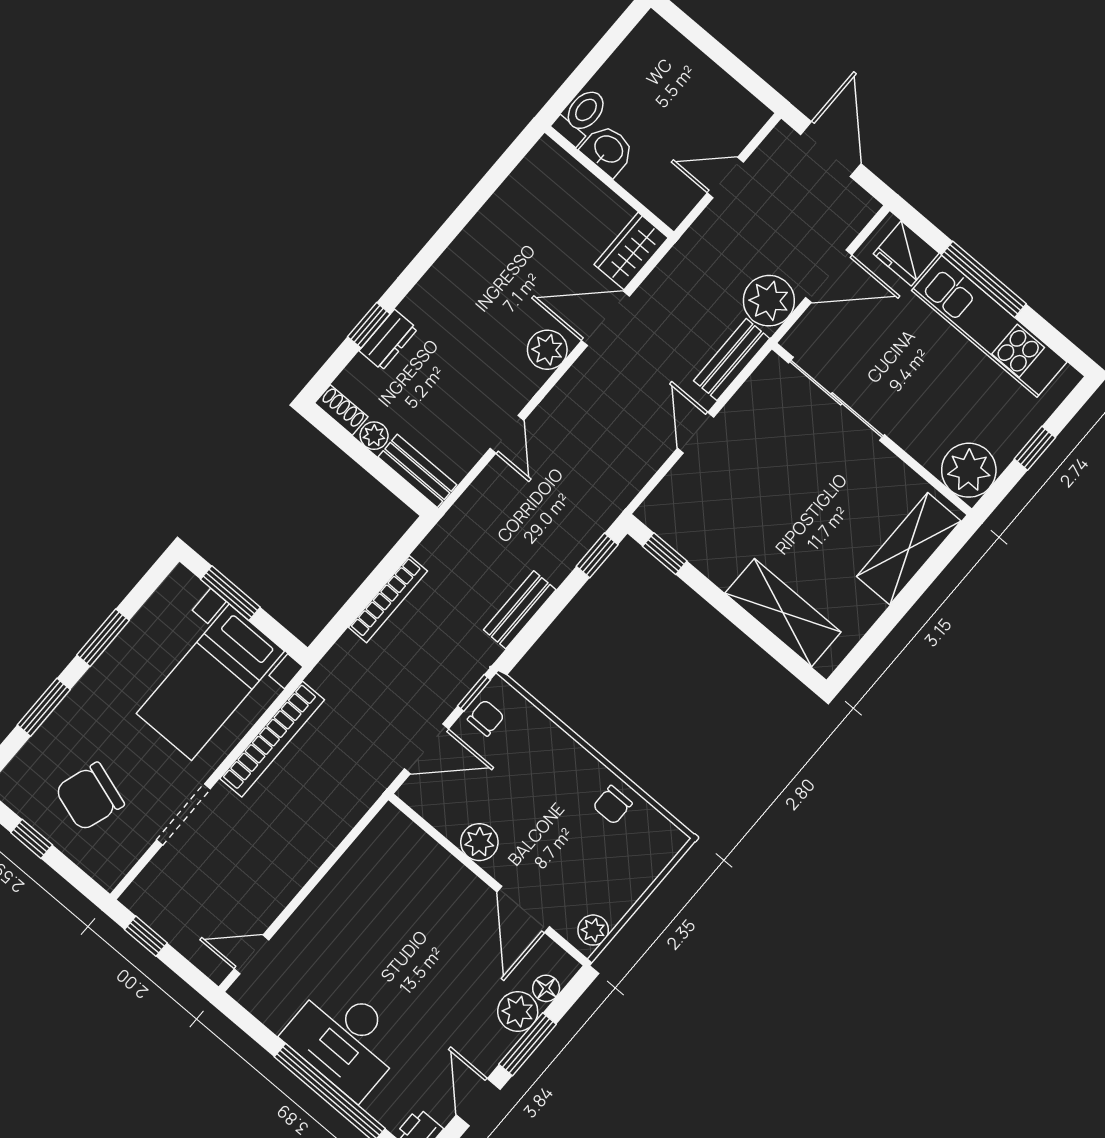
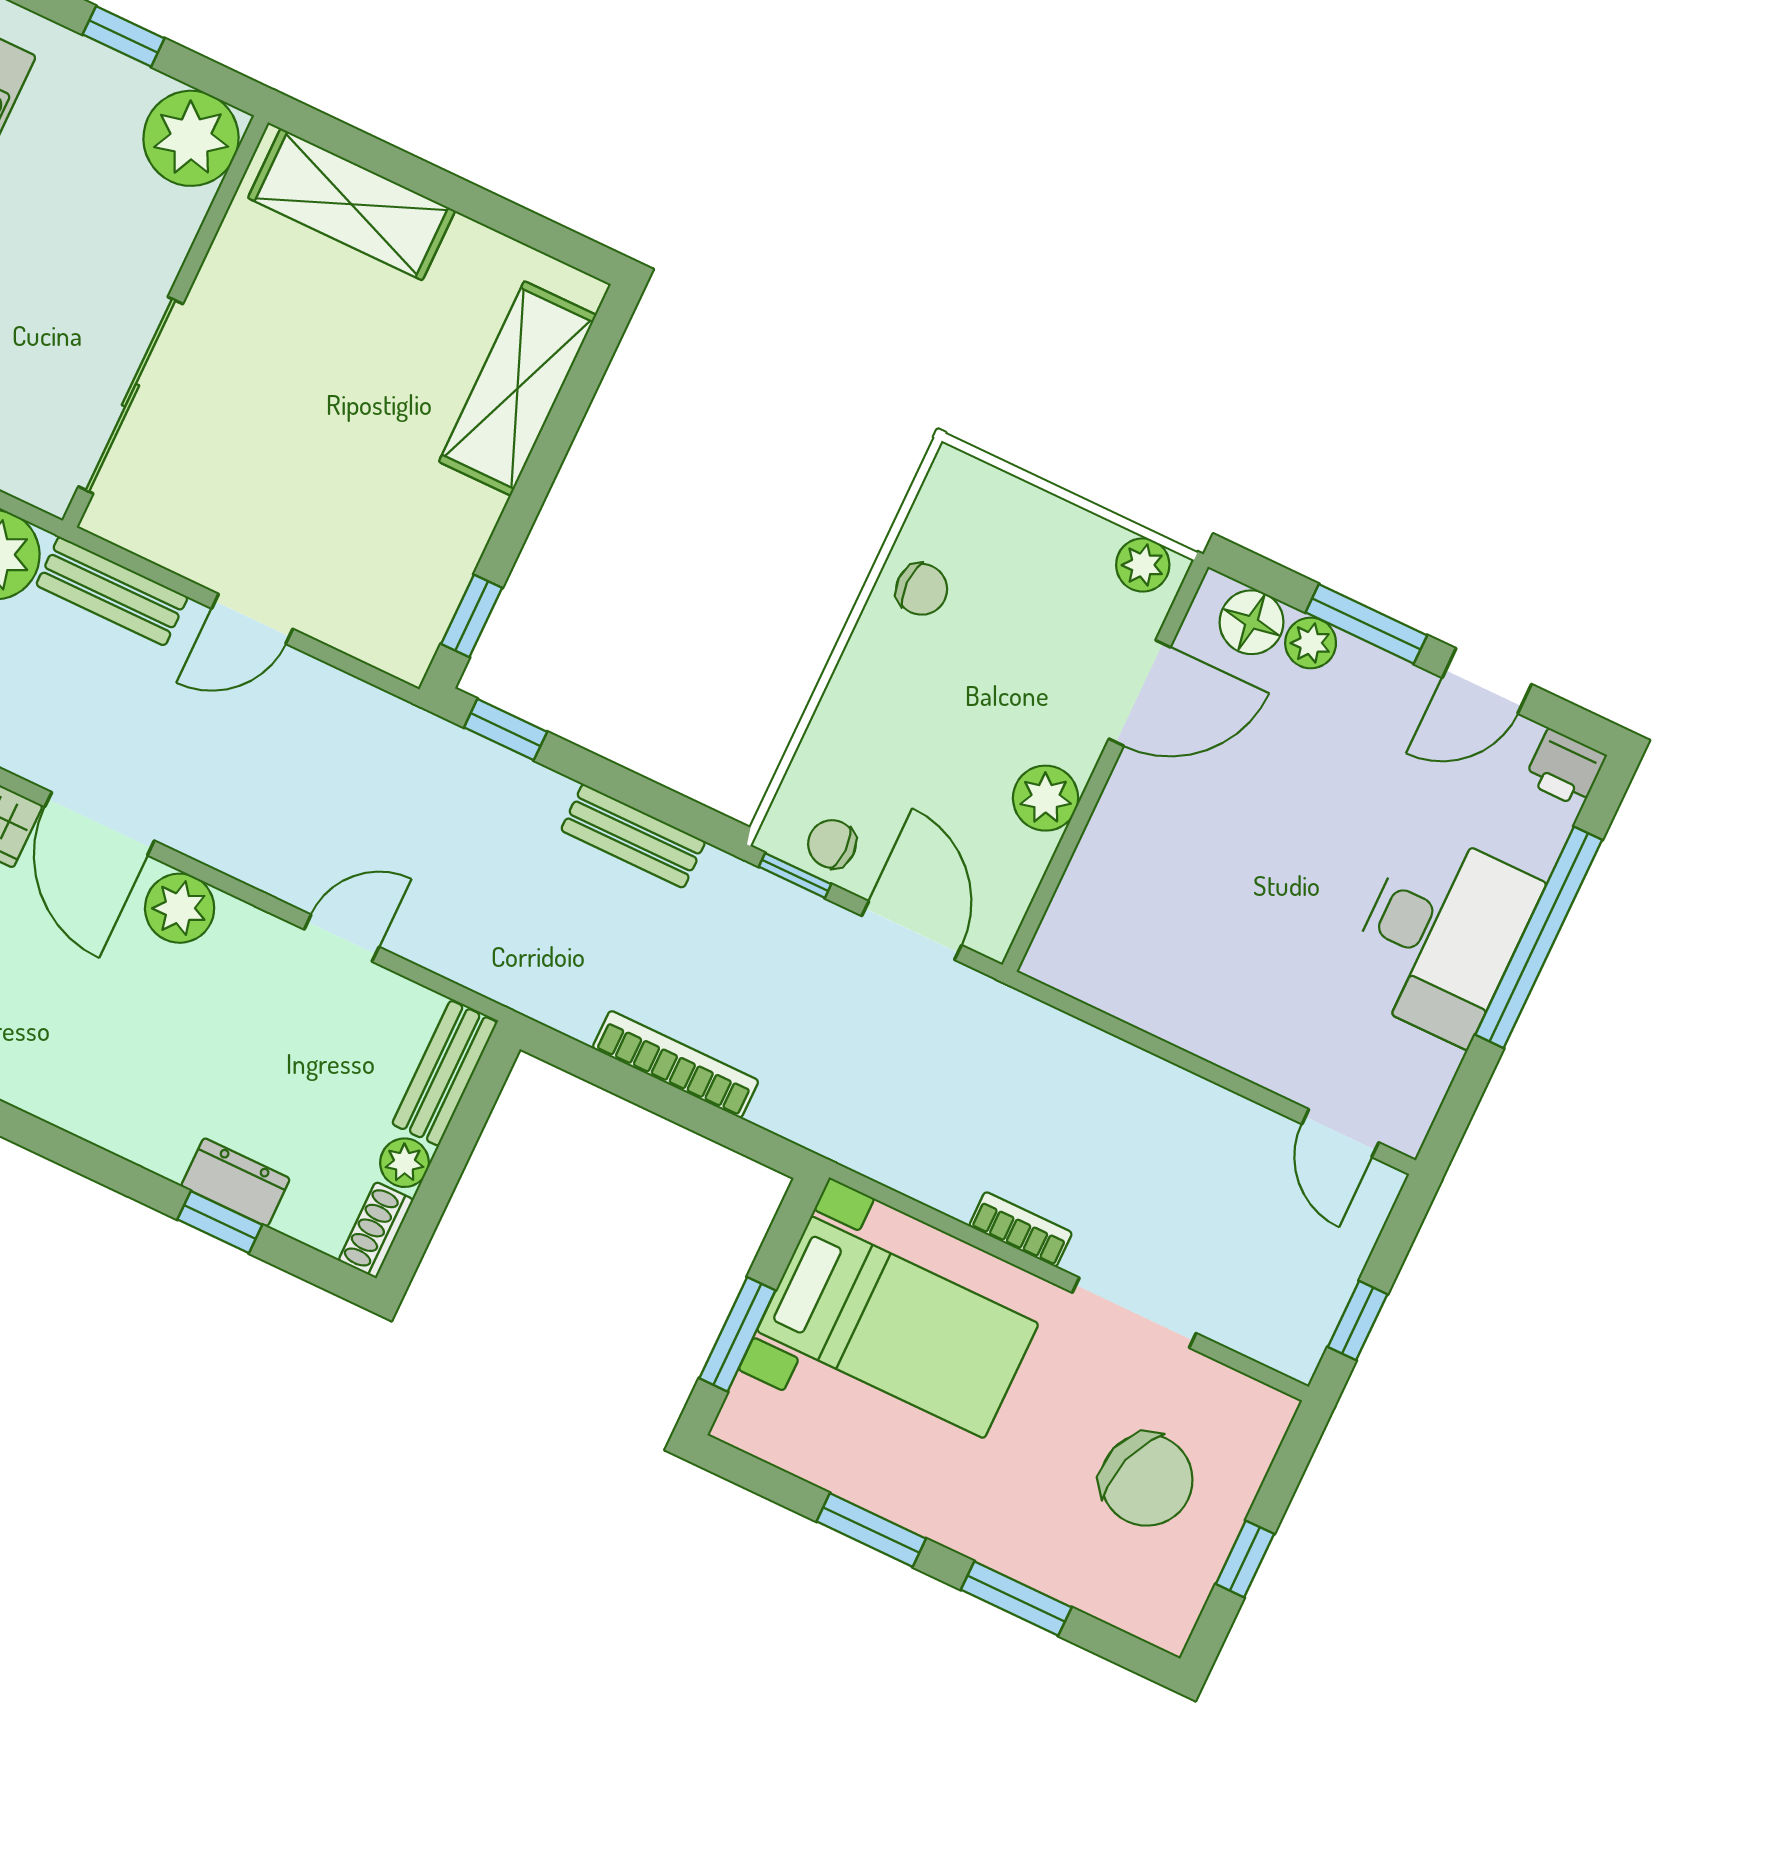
bookcase: (272, 739) -> (1021, 1229), width x0.43, depth x0.76
floor lamp: (546, 988) -> (1251, 622), width x1.37, depth x1.37
plant: (518, 1011) -> (1311, 643), width x0.73, depth x0.73

